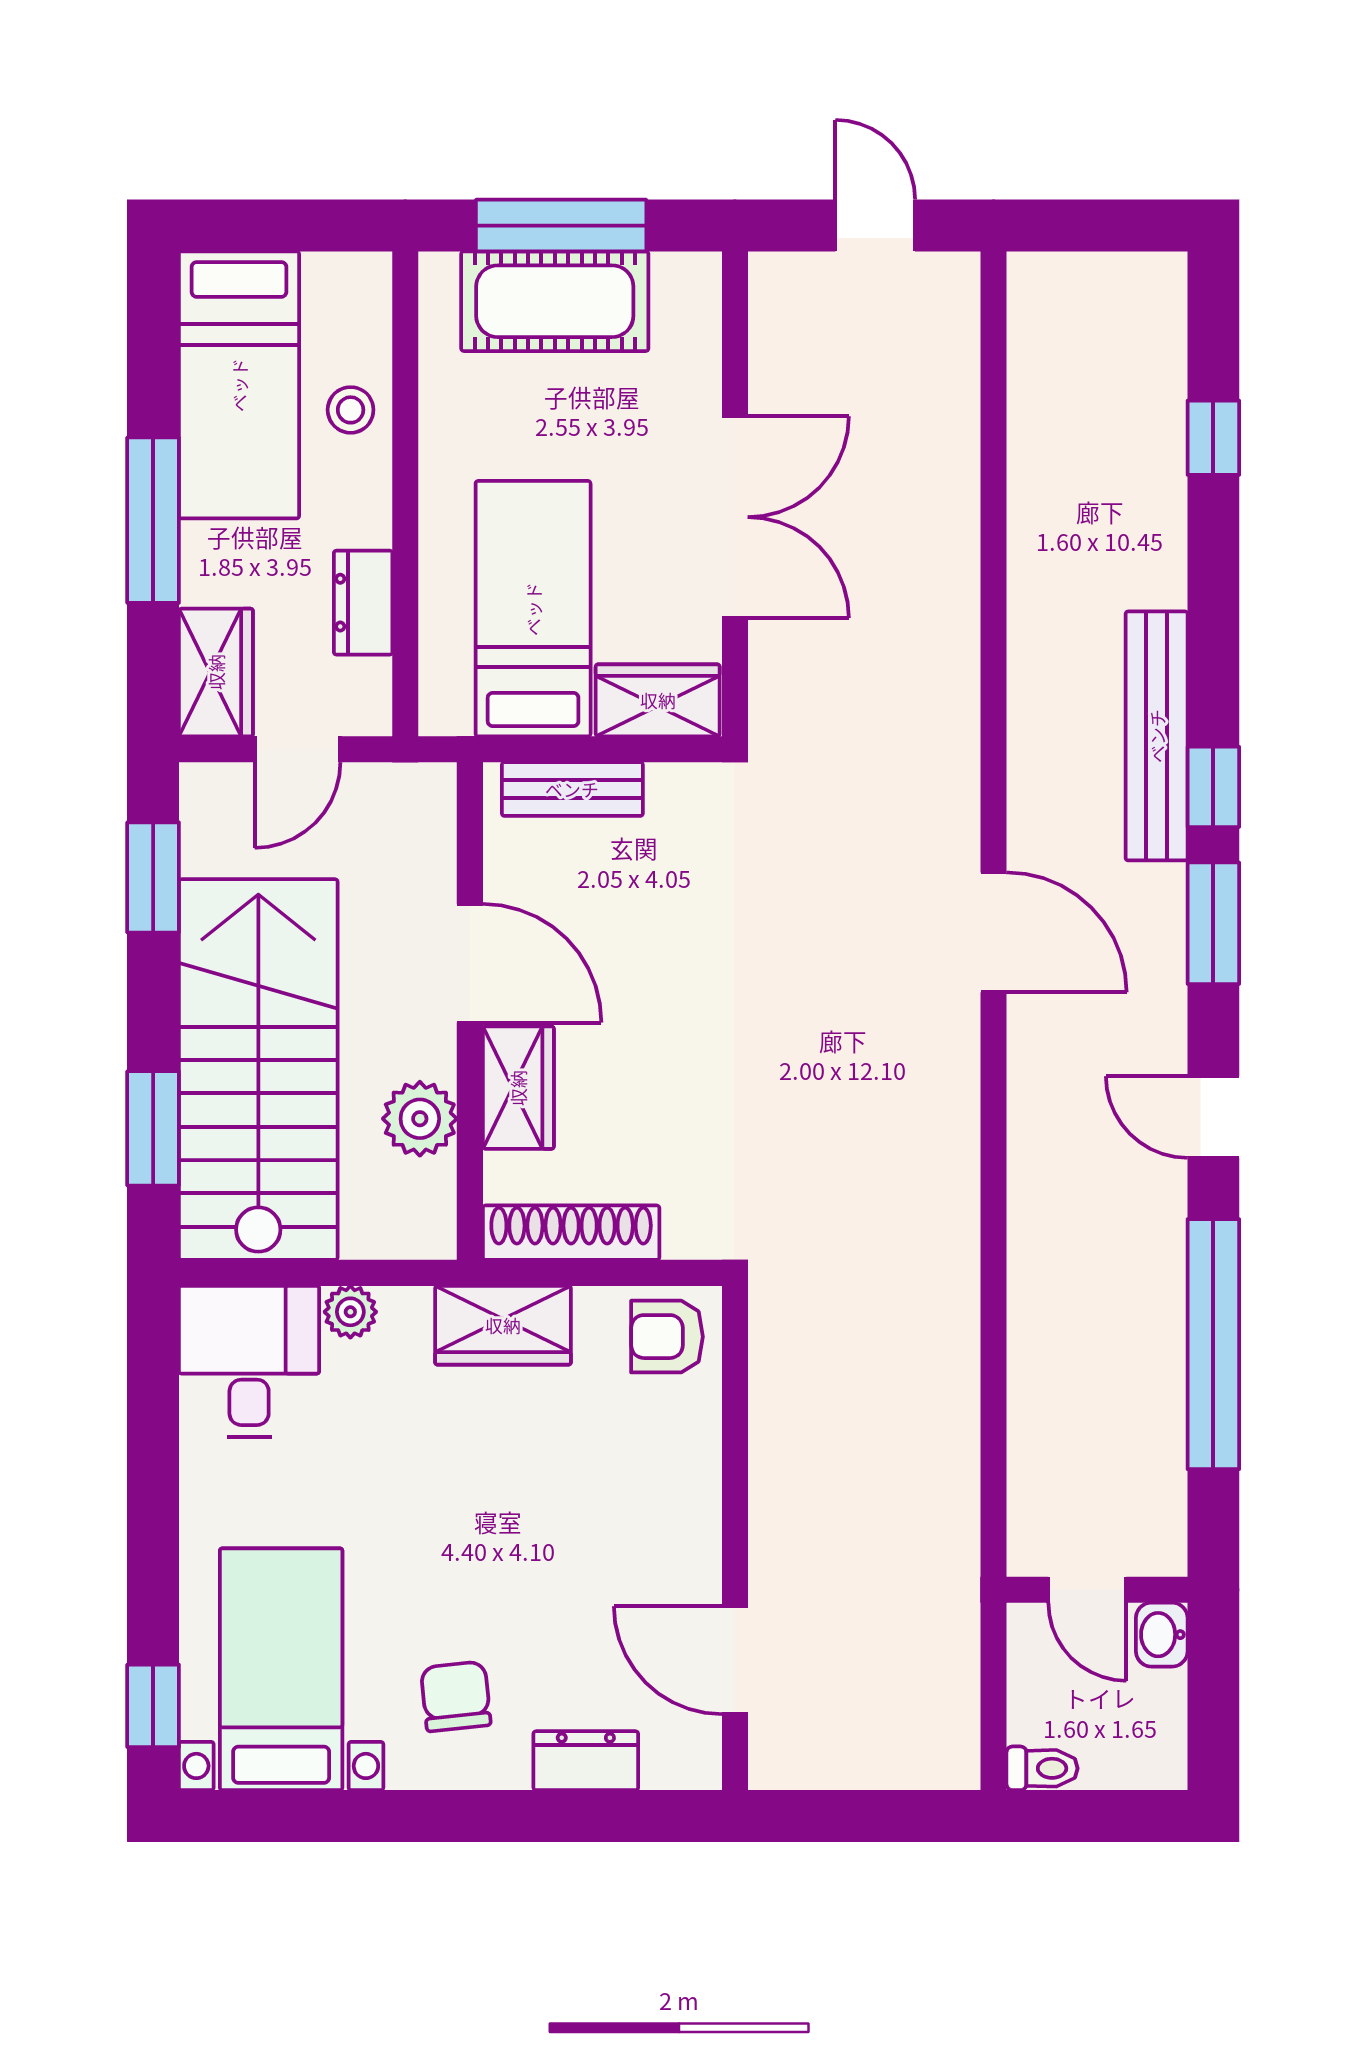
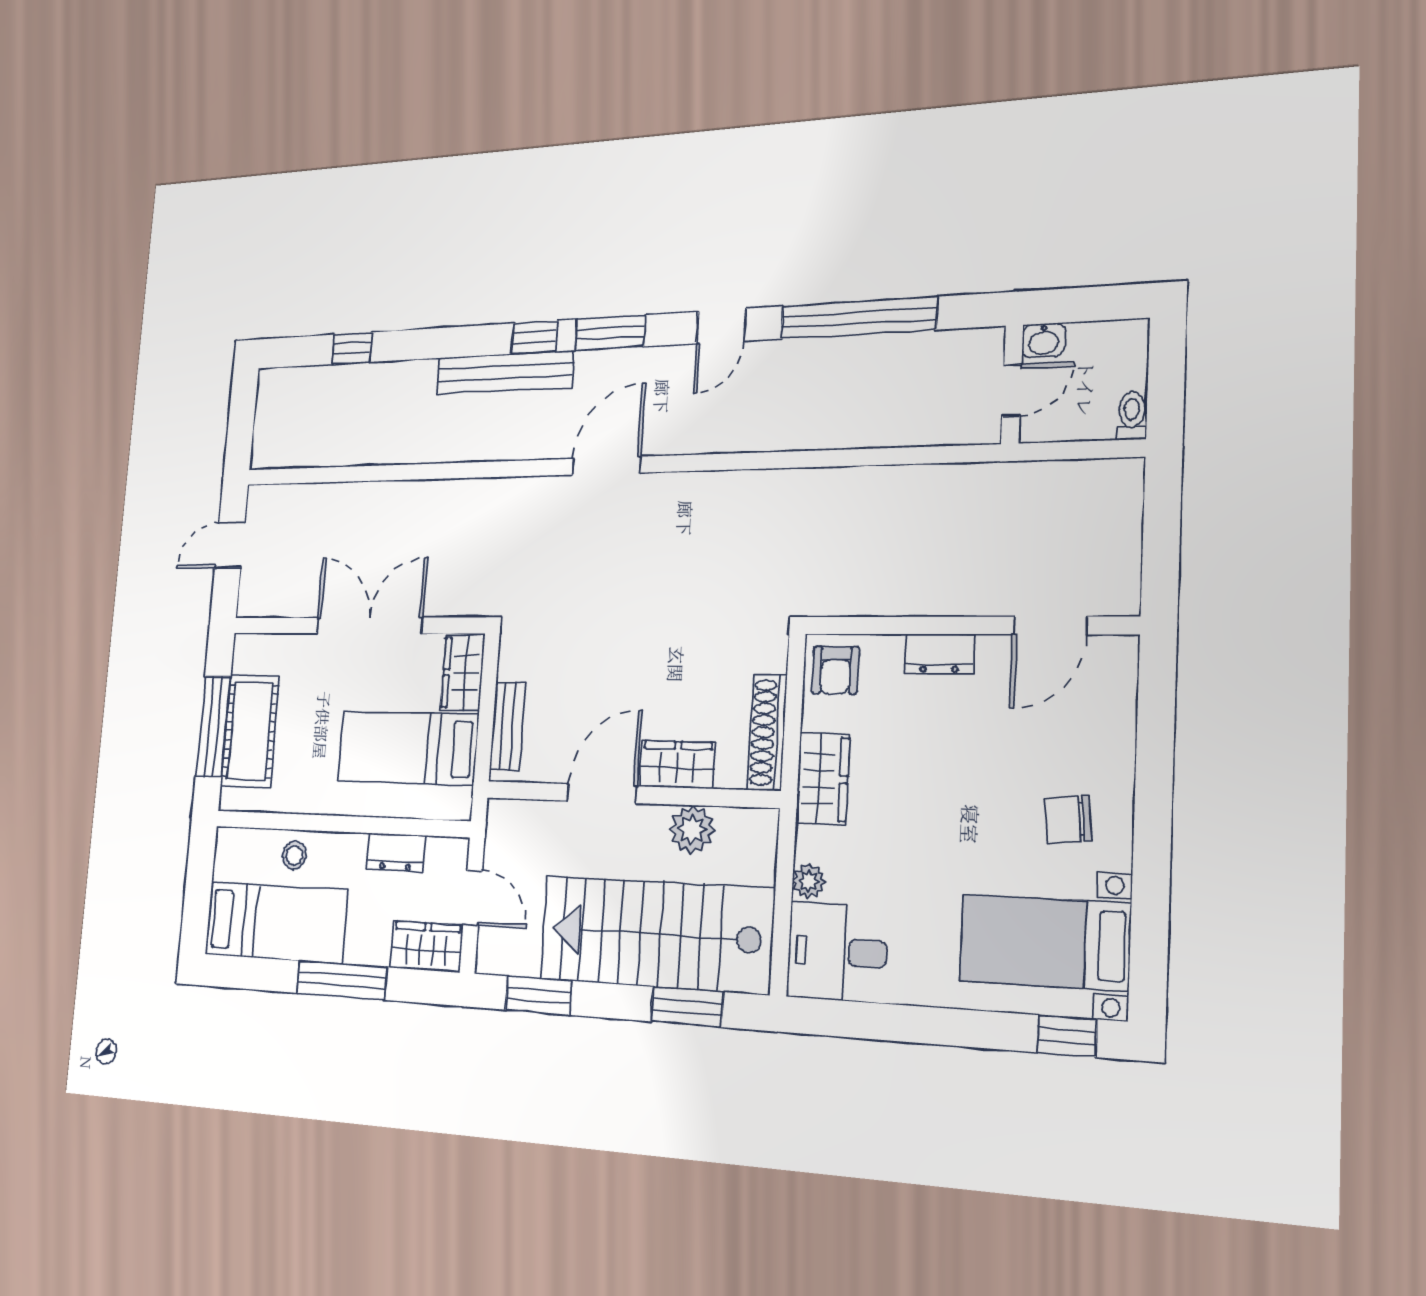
dresser: (586, 1761) -> (940, 654), moved, turned -90

